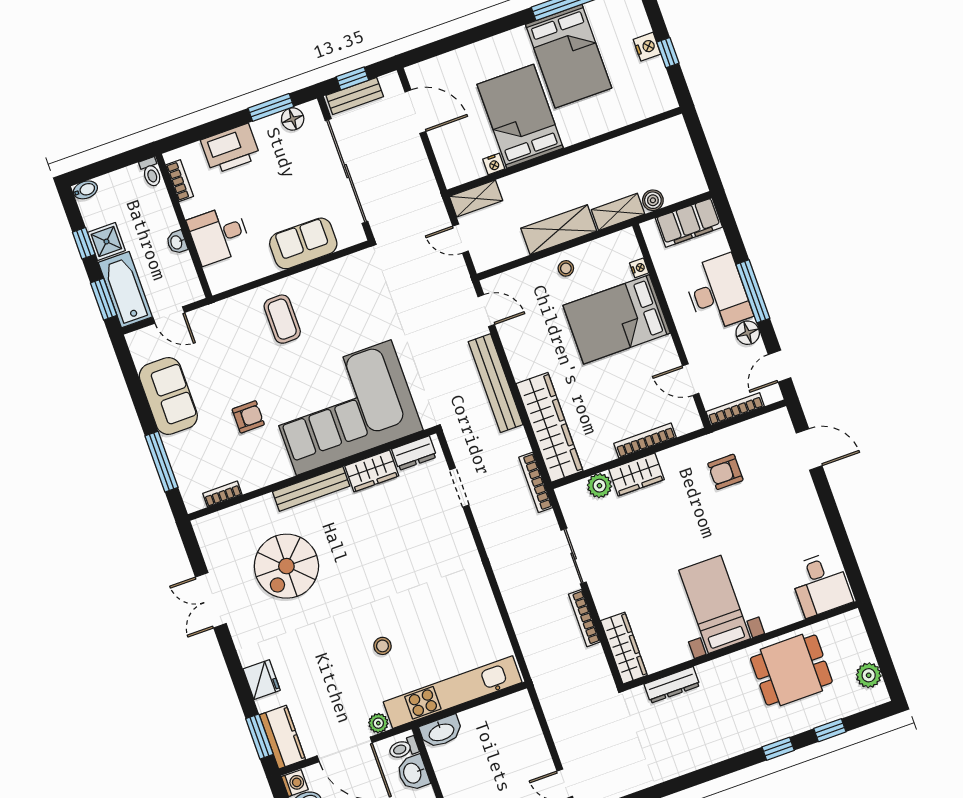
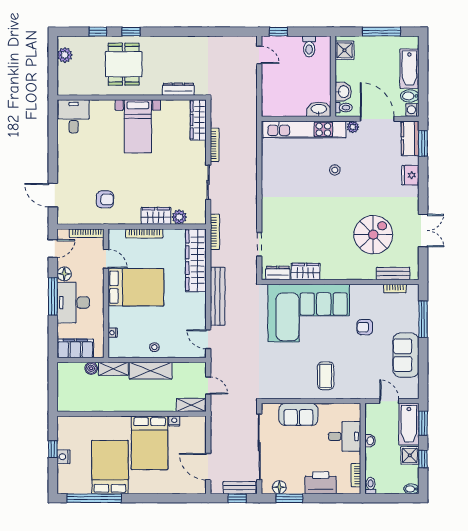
bed: (617, 319) -> (136, 287), moved
bench: (311, 489) -> (393, 273), moved, width x0.73
dining table: (791, 670) -> (124, 64), moved, turned 90

